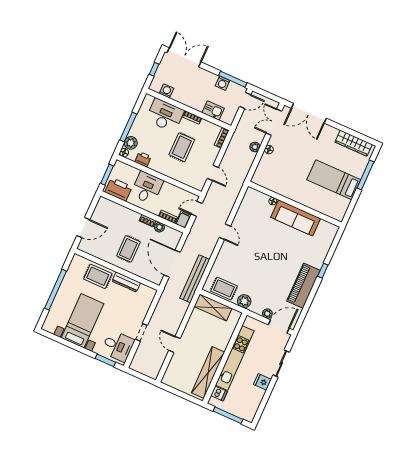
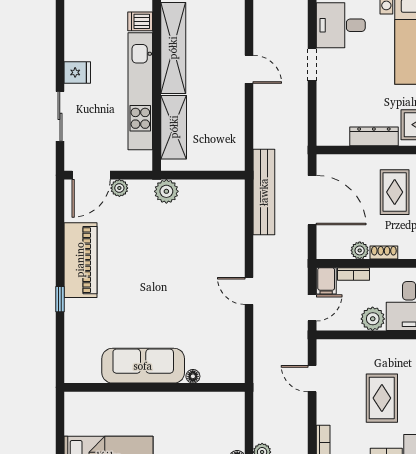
plant: (168, 190) -> (373, 319), added
rug: (224, 288) -> (209, 197), removed
shelving: (213, 307) -> (174, 127), moved, turned 90

